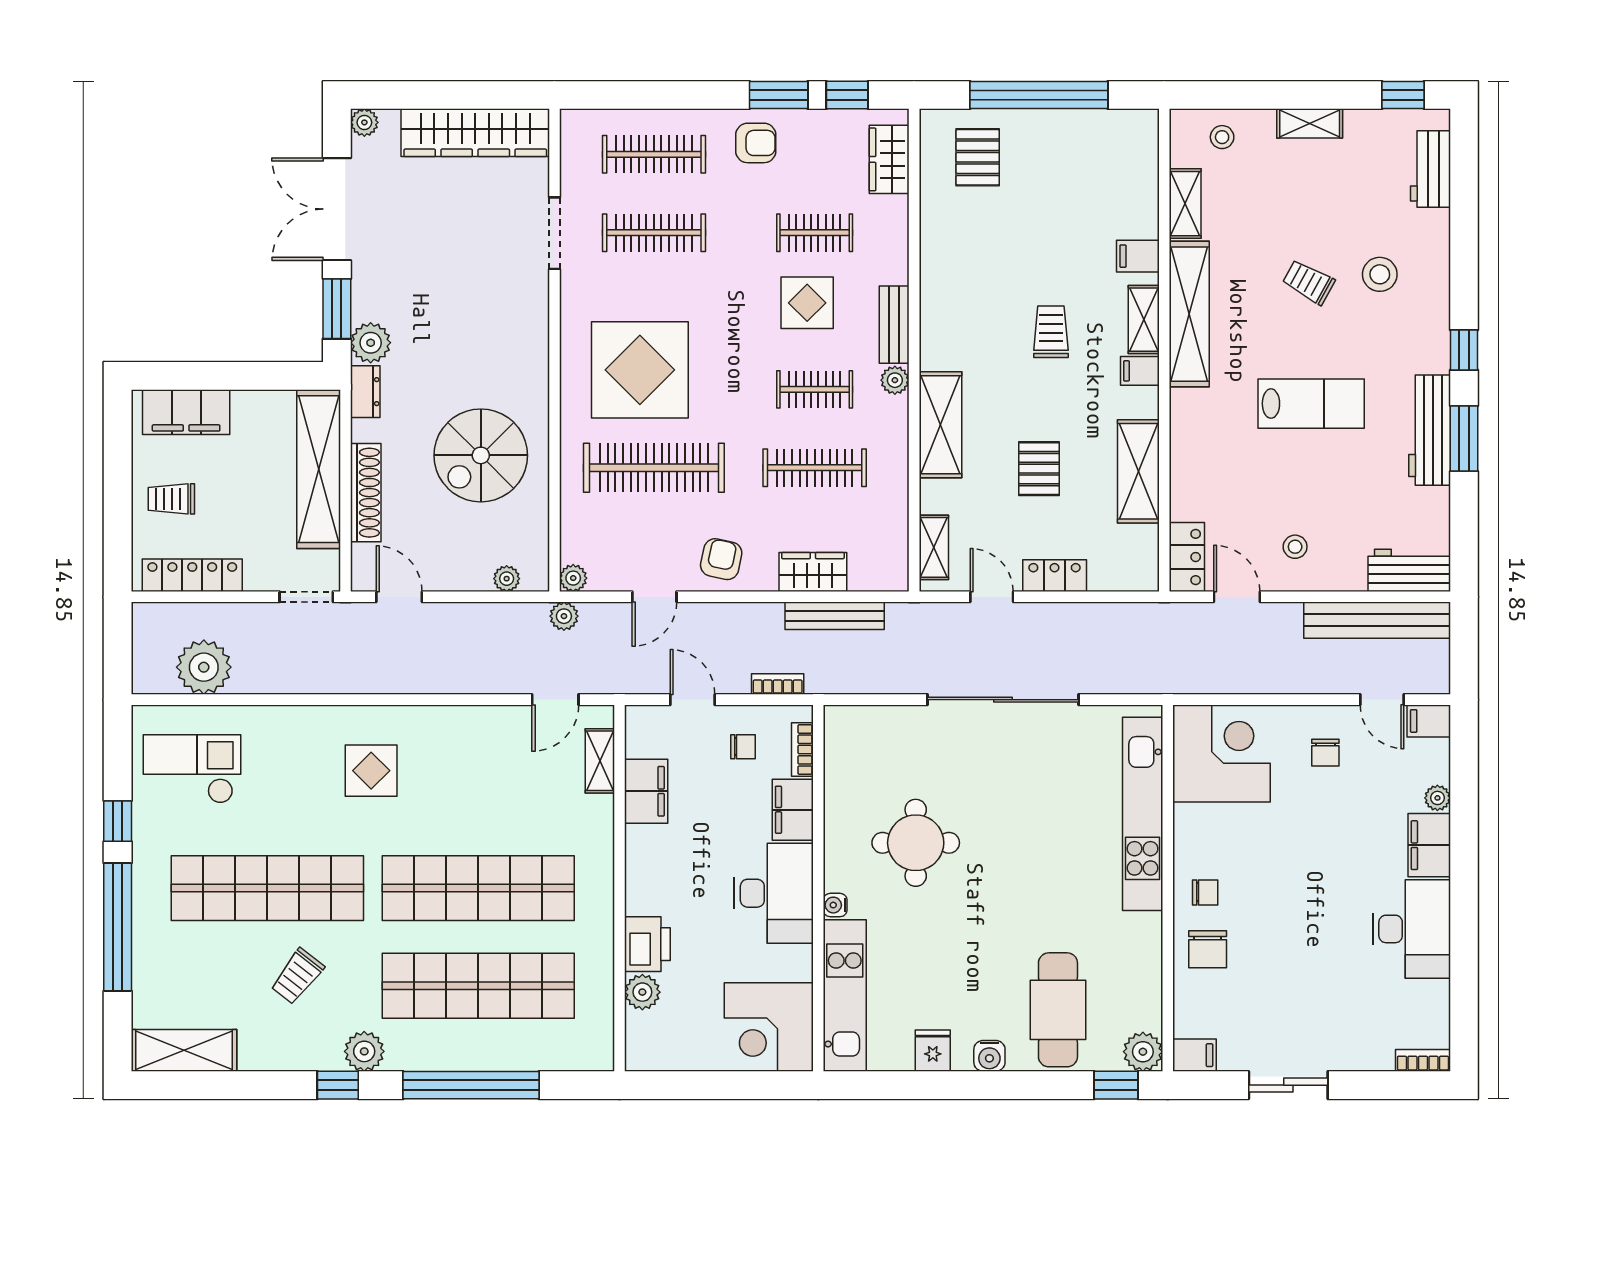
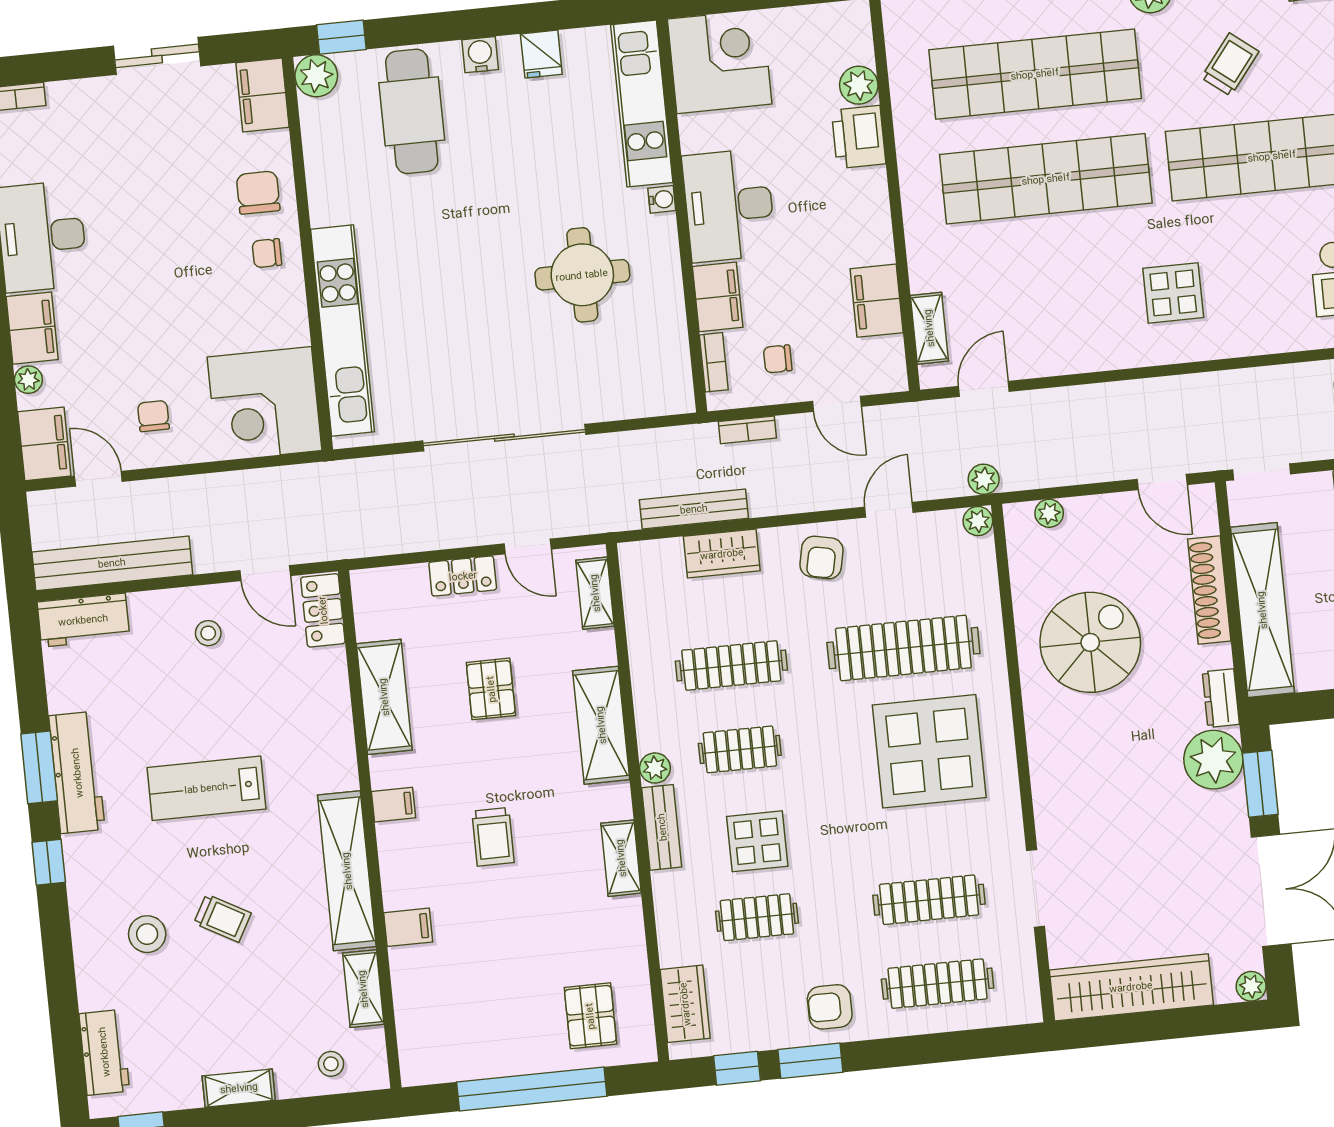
shelving: (1144, 320) -> (621, 858), moved
plant: (371, 343) -> (1213, 760), width x1.36, depth x1.36
filing cabinet: (1429, 721) -> (44, 444), width x2.00
filing cabinet: (1194, 1055) -> (262, 95), width x2.00

